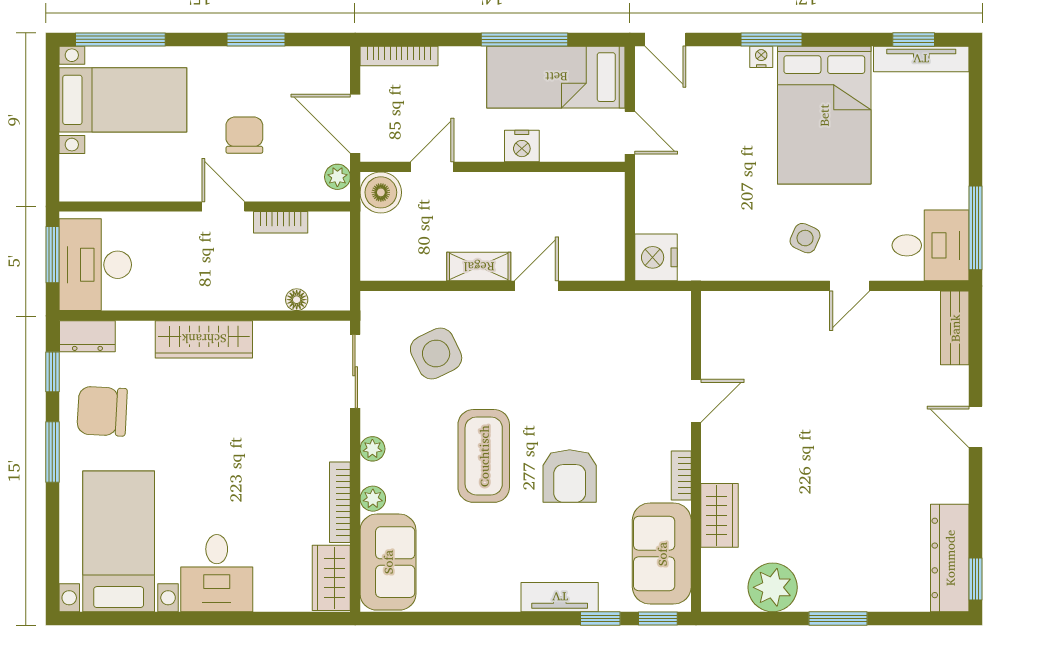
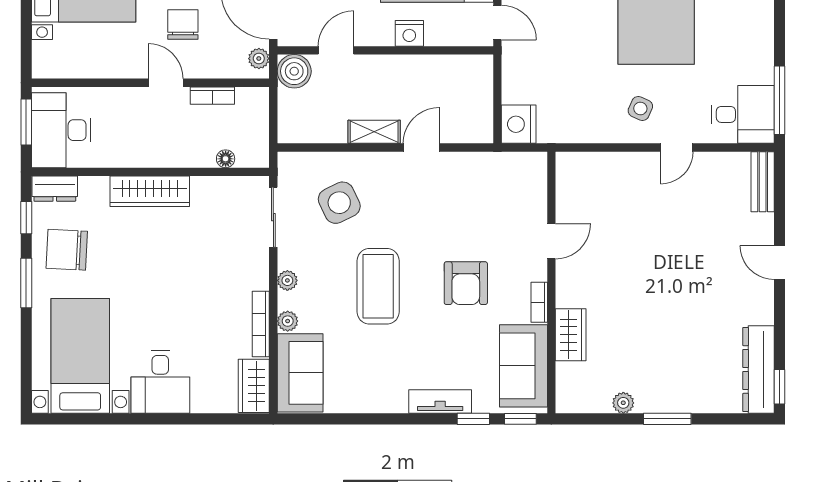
armchair: (570, 476) -> (466, 283), moved
plant: (773, 587) -> (623, 403), width x0.53, depth x0.53

